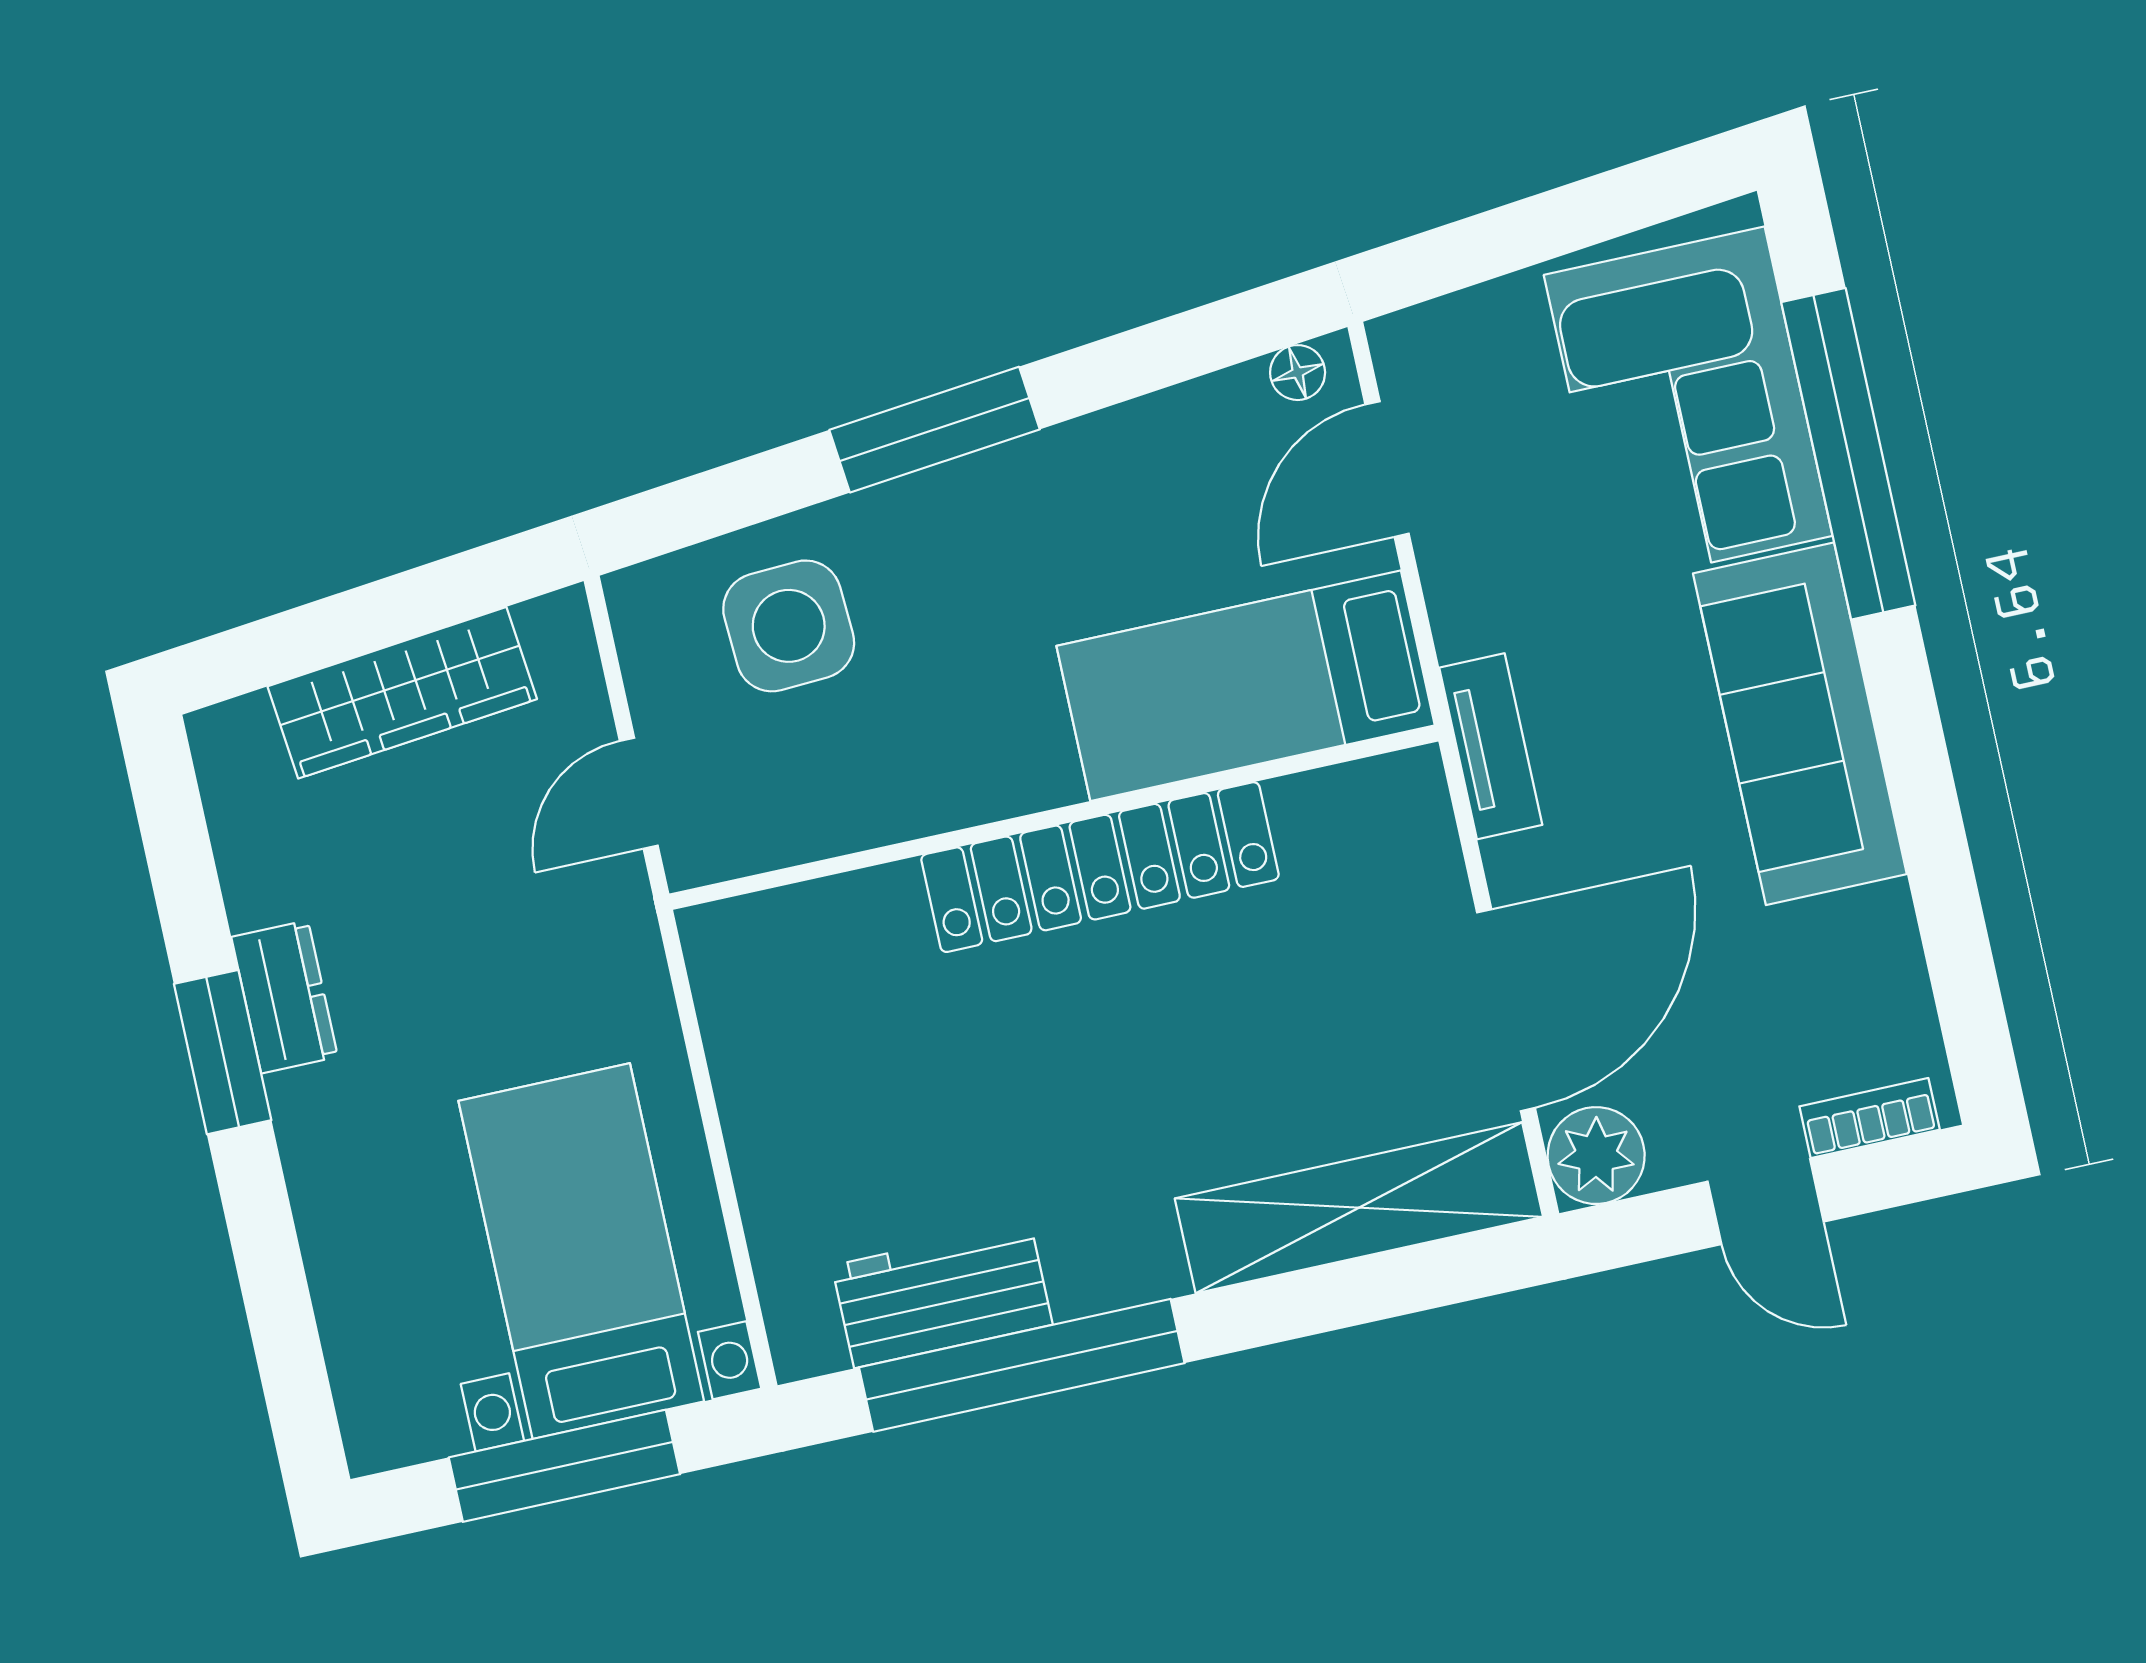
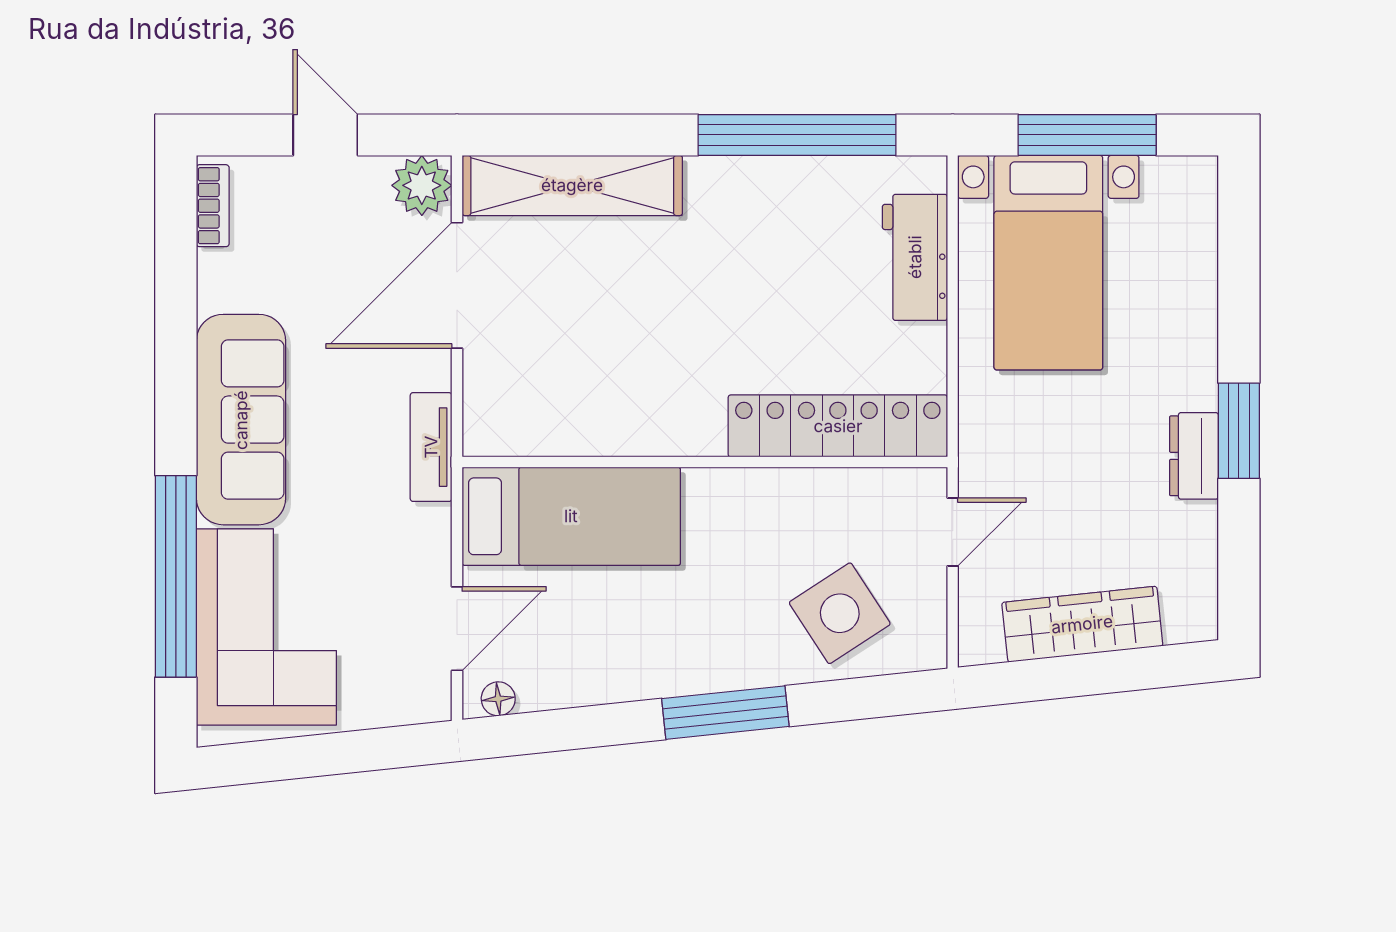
side table: (789, 626) -> (840, 613), turned -30
locker: (1100, 867) -> (838, 426), moved
bookcase: (1870, 1118) -> (213, 206), moved, turned -90
workbench: (942, 1295) -> (915, 257), moved, turned 90

